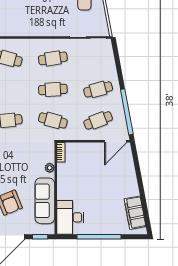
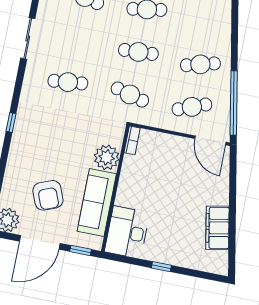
door: (116, 141) -> (210, 140), hinge flipped
plant: (50, 168) -> (107, 157), width x1.87, depth x1.87
filing cabinet: (135, 213) -> (217, 228), moved
window: (99, 237) -> (161, 267), width x0.32

